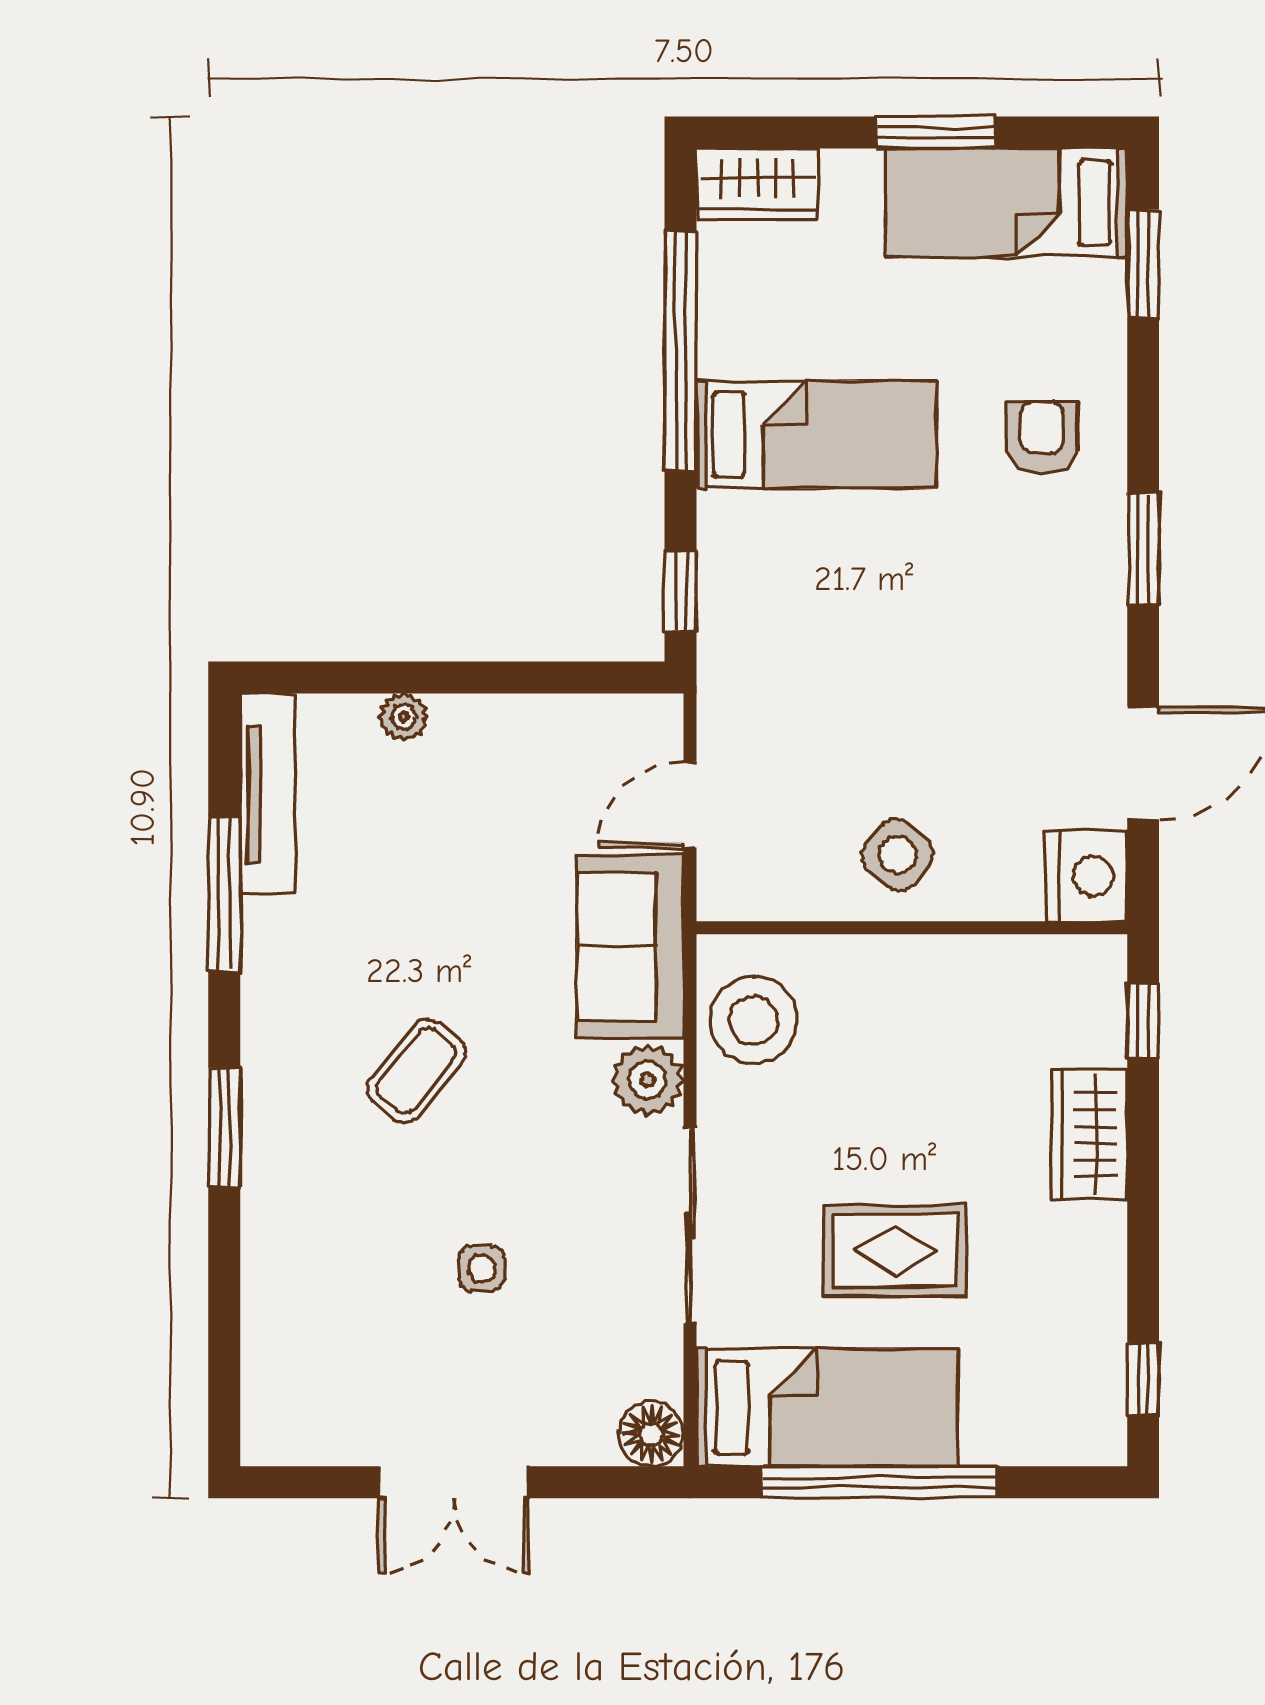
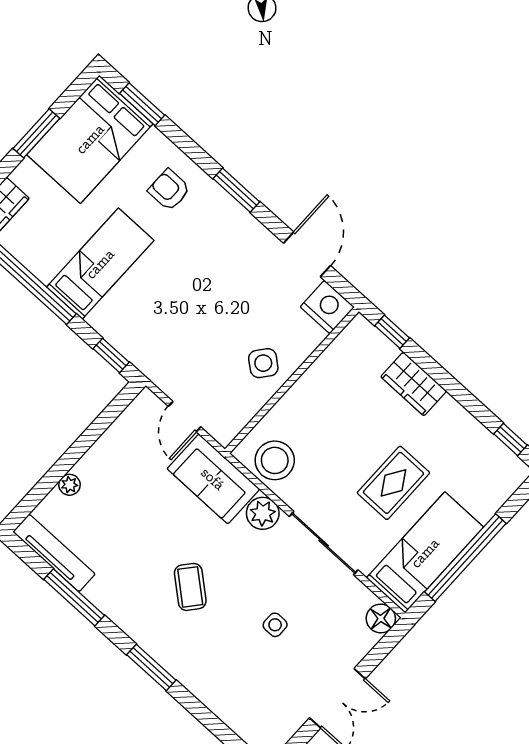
bed: (1007, 203) -> (90, 139), width x1.50

